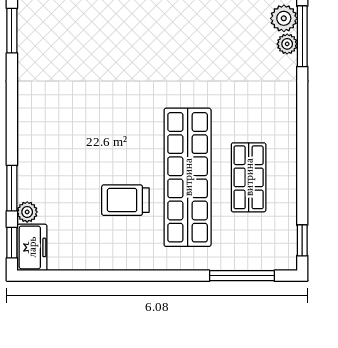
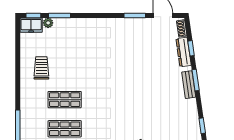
shop shelf: (188, 177) -> (65, 100), width x0.50, depth x0.74
trolley: (125, 200) -> (41, 68), moved

